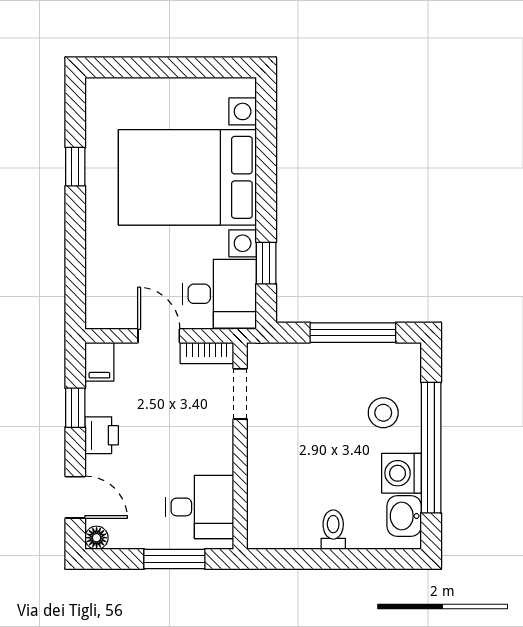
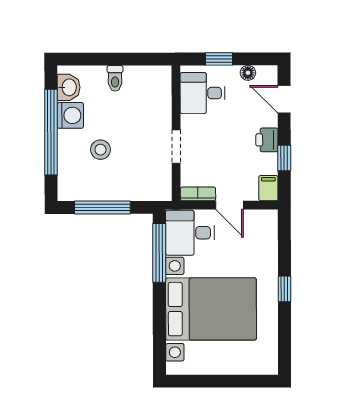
window: (75, 167) -> (284, 289), moved
window: (266, 263) -> (159, 253), width x2.17
doorway: (240, 394) -> (176, 147), moved
stool: (383, 413) -> (100, 150), moved
floor lamp: (97, 538) -> (248, 73), moved
window: (174, 559) -> (219, 59), width x0.67

